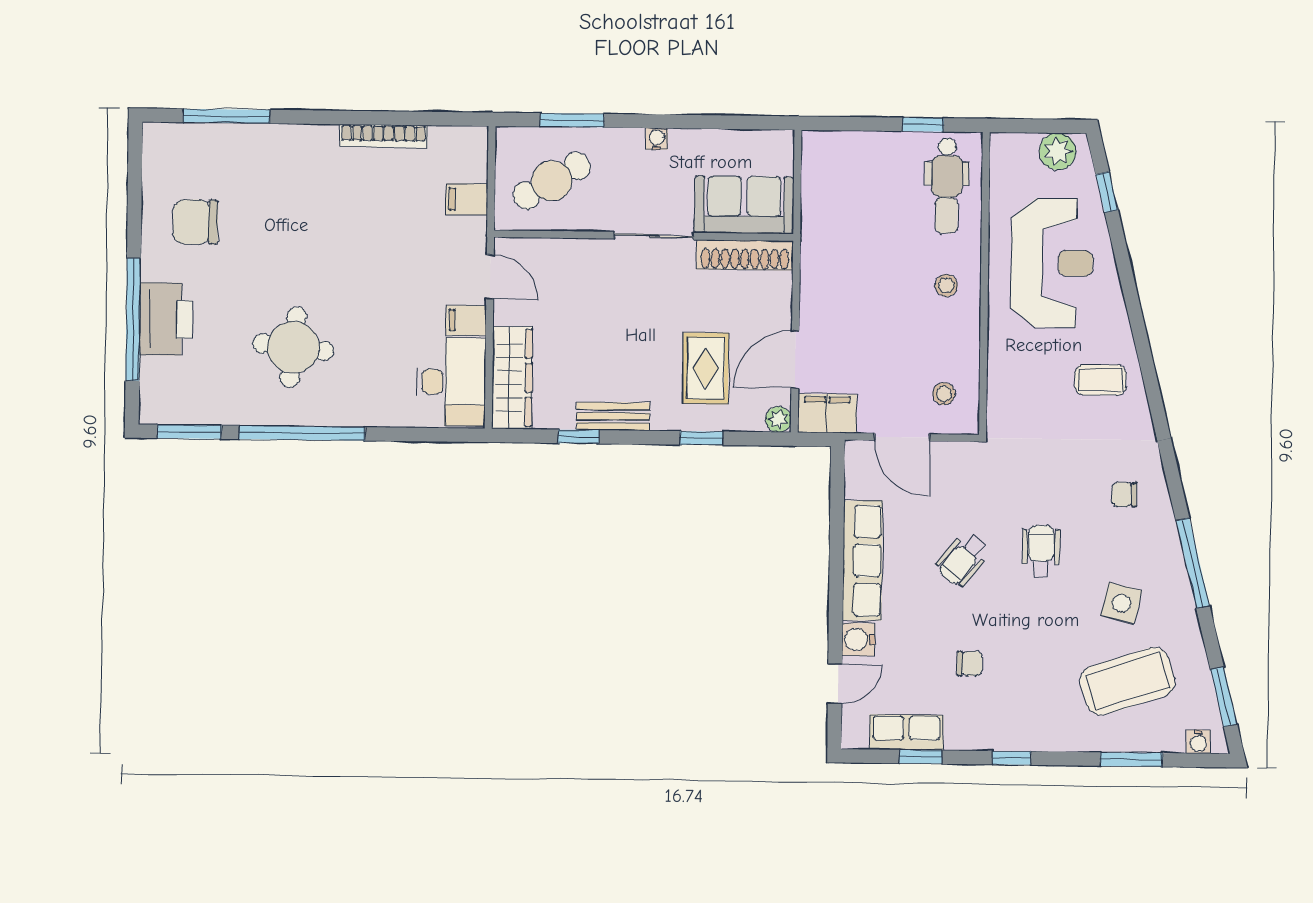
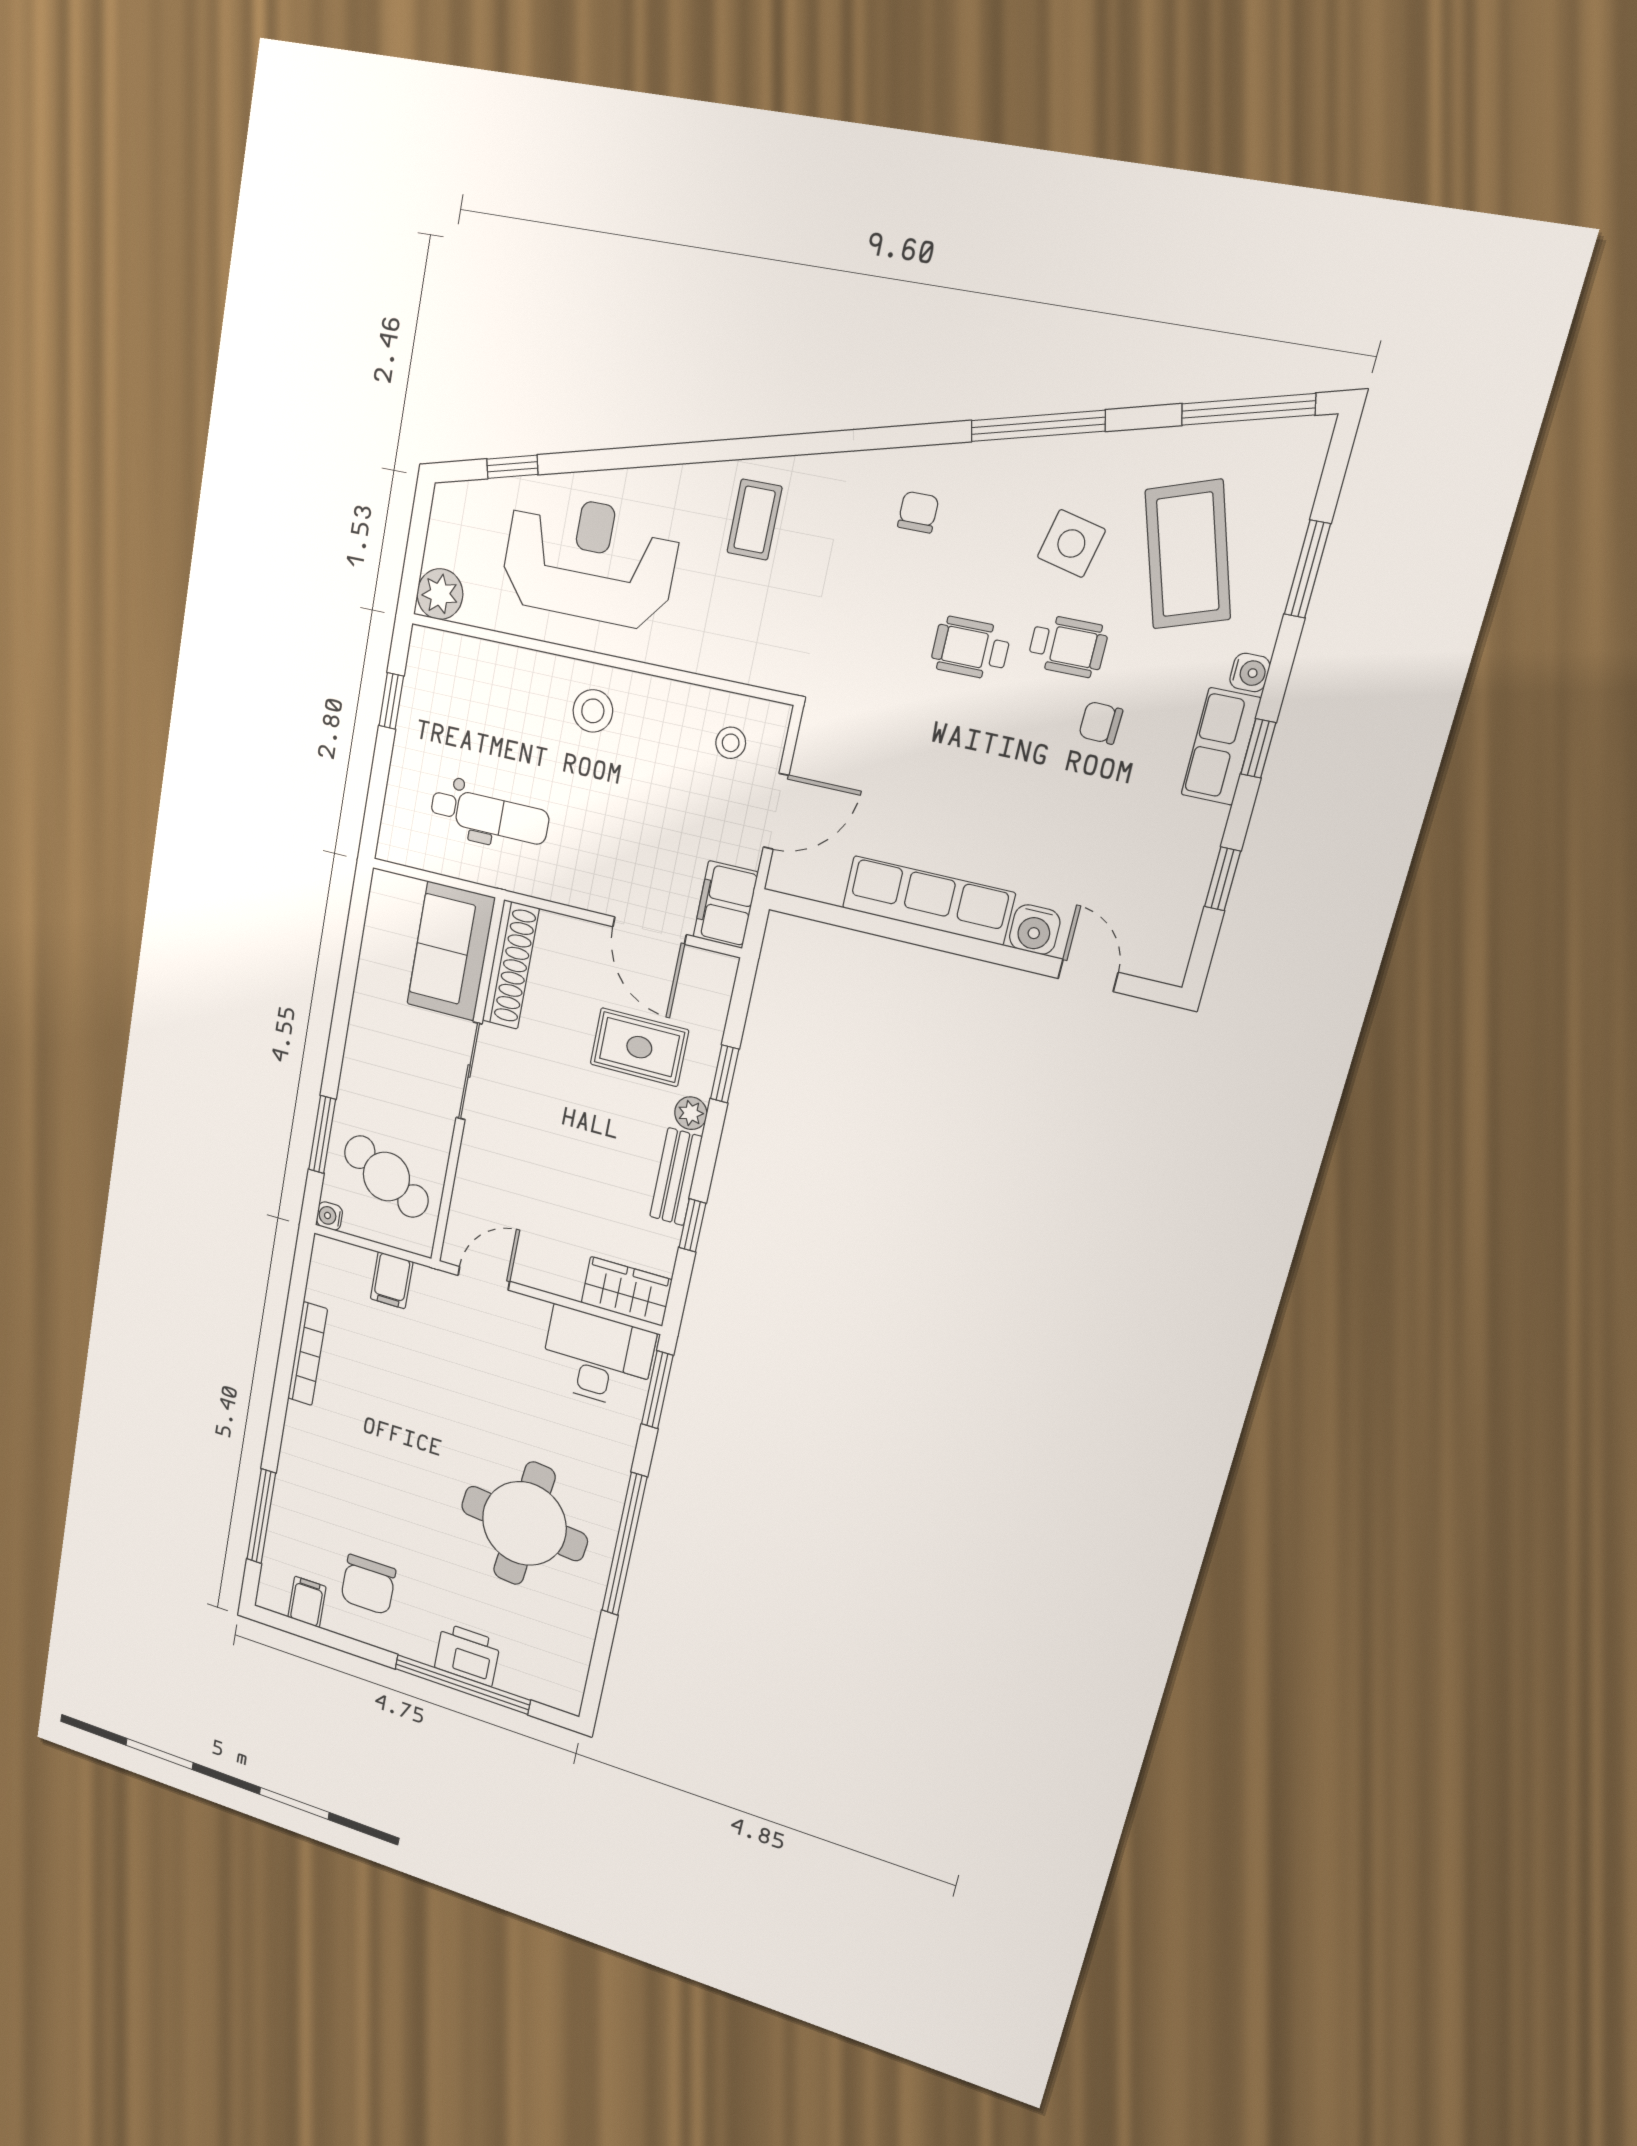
water cooler: (657, 139) -> (329, 1216), moved
plant: (1058, 151) -> (440, 594), moved
cafe table: (552, 181) -> (386, 1177), turned -31
dental chair: (947, 186) -> (490, 815), moved
stool: (946, 285) -> (593, 711), width x1.37, depth x1.37
printer: (166, 319) -> (467, 1655), width x0.73, depth x0.84
filing cabinet: (466, 320) -> (307, 1602), moved, turned 180
round table: (293, 347) -> (524, 1523), width x1.36, depth x1.36
wardrobe: (512, 378) -> (626, 1291), width x0.67
plant: (778, 419) -> (691, 1113), moved
window: (189, 432) -> (657, 1390), moved
chair: (1124, 495) -> (918, 512), turned 180
wheelchair: (962, 560) -> (1068, 646), moved, turned -40
chair: (969, 664) -> (1101, 723), moved, turned -88
window: (1224, 697) -> (1248, 409), width x1.44
row of seats: (906, 732) -> (1221, 746), moved
water cooler: (1198, 742) -> (1250, 673), moved

